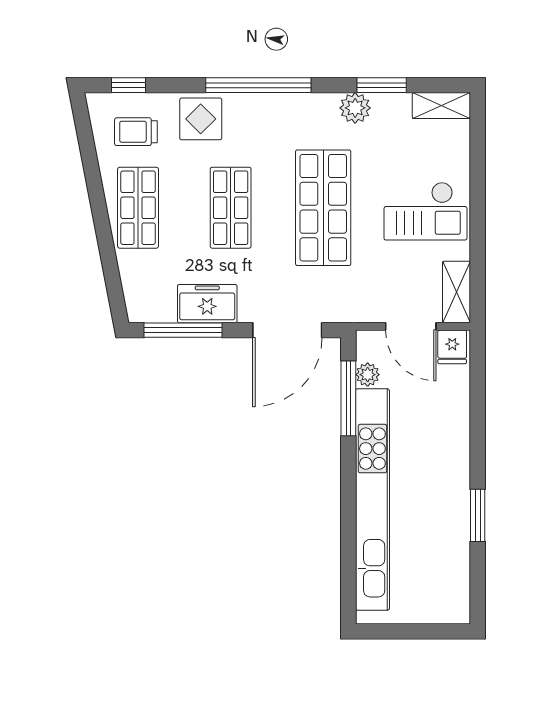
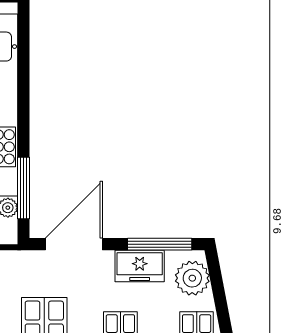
plant: (143, 289) -> (192, 278), added

